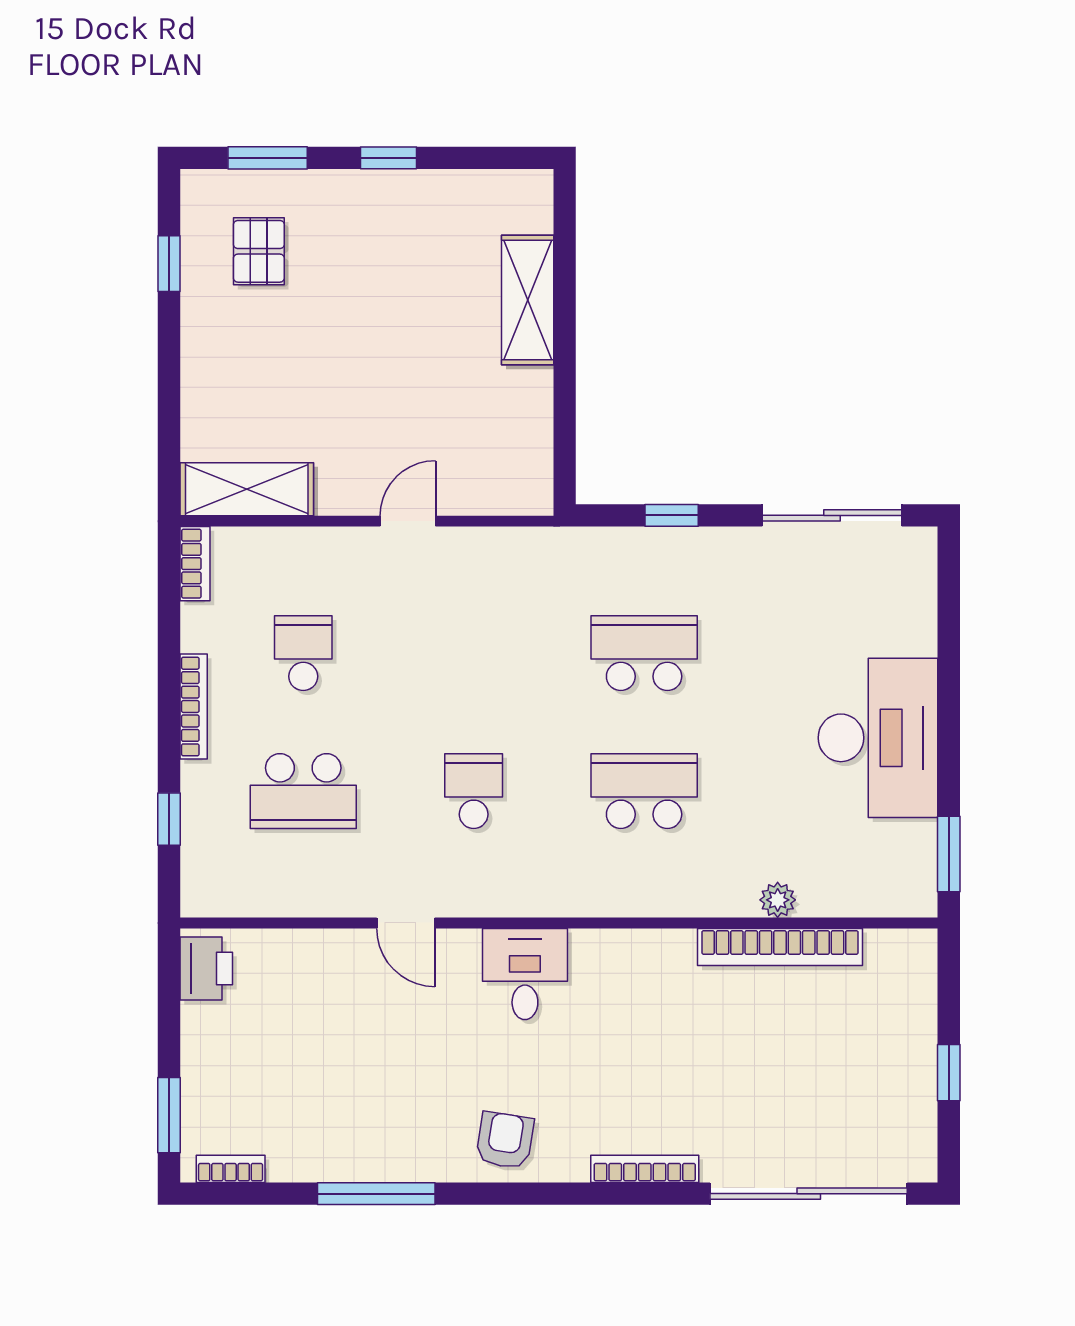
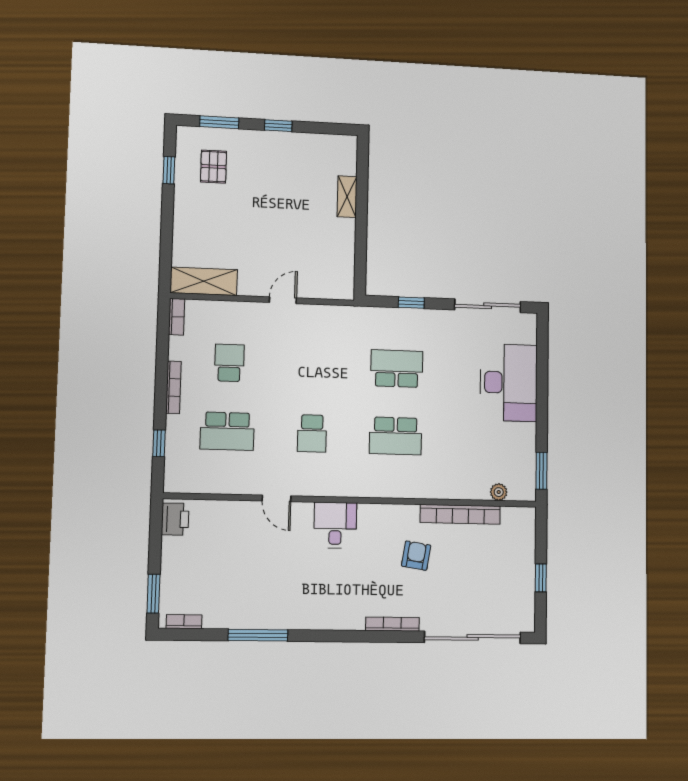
shelving: (528, 300) -> (347, 197), width x0.67, depth x0.75
desk: (878, 738) -> (509, 383), moved
school desk: (474, 791) -> (312, 434), turned 180
school desk: (644, 791) -> (396, 436), turned 180
plant: (778, 900) -> (499, 492), moved
armchair: (505, 1140) -> (416, 556), moved

